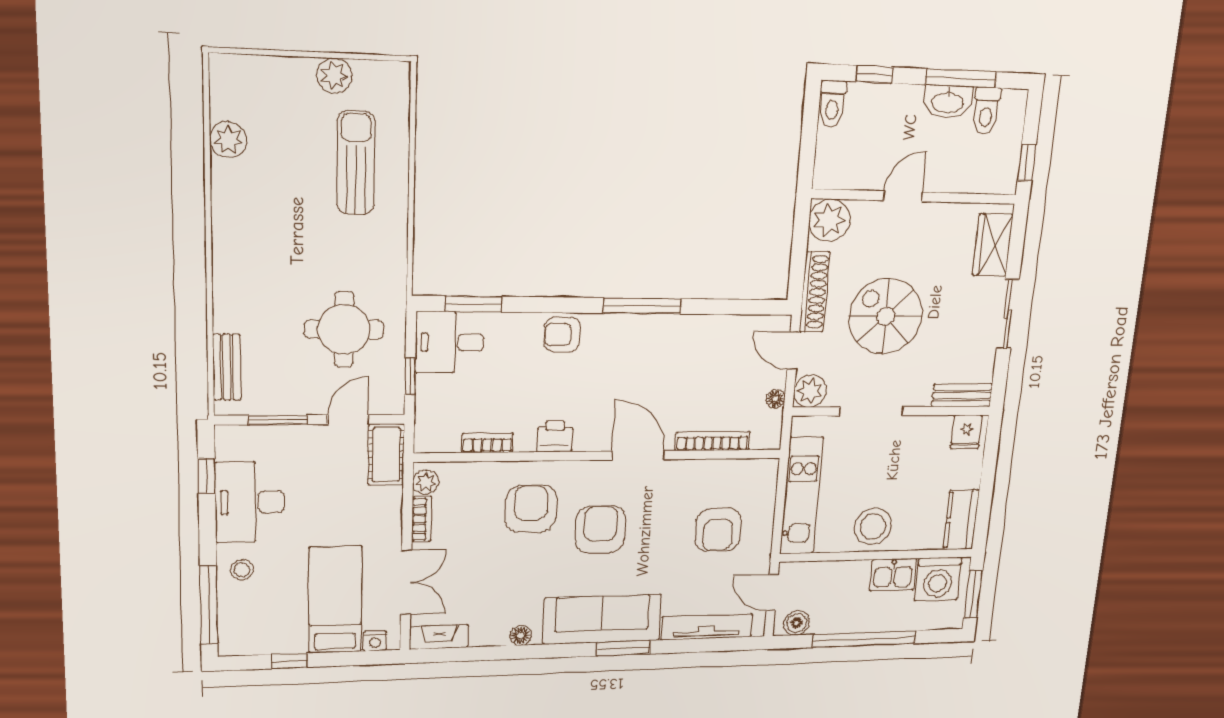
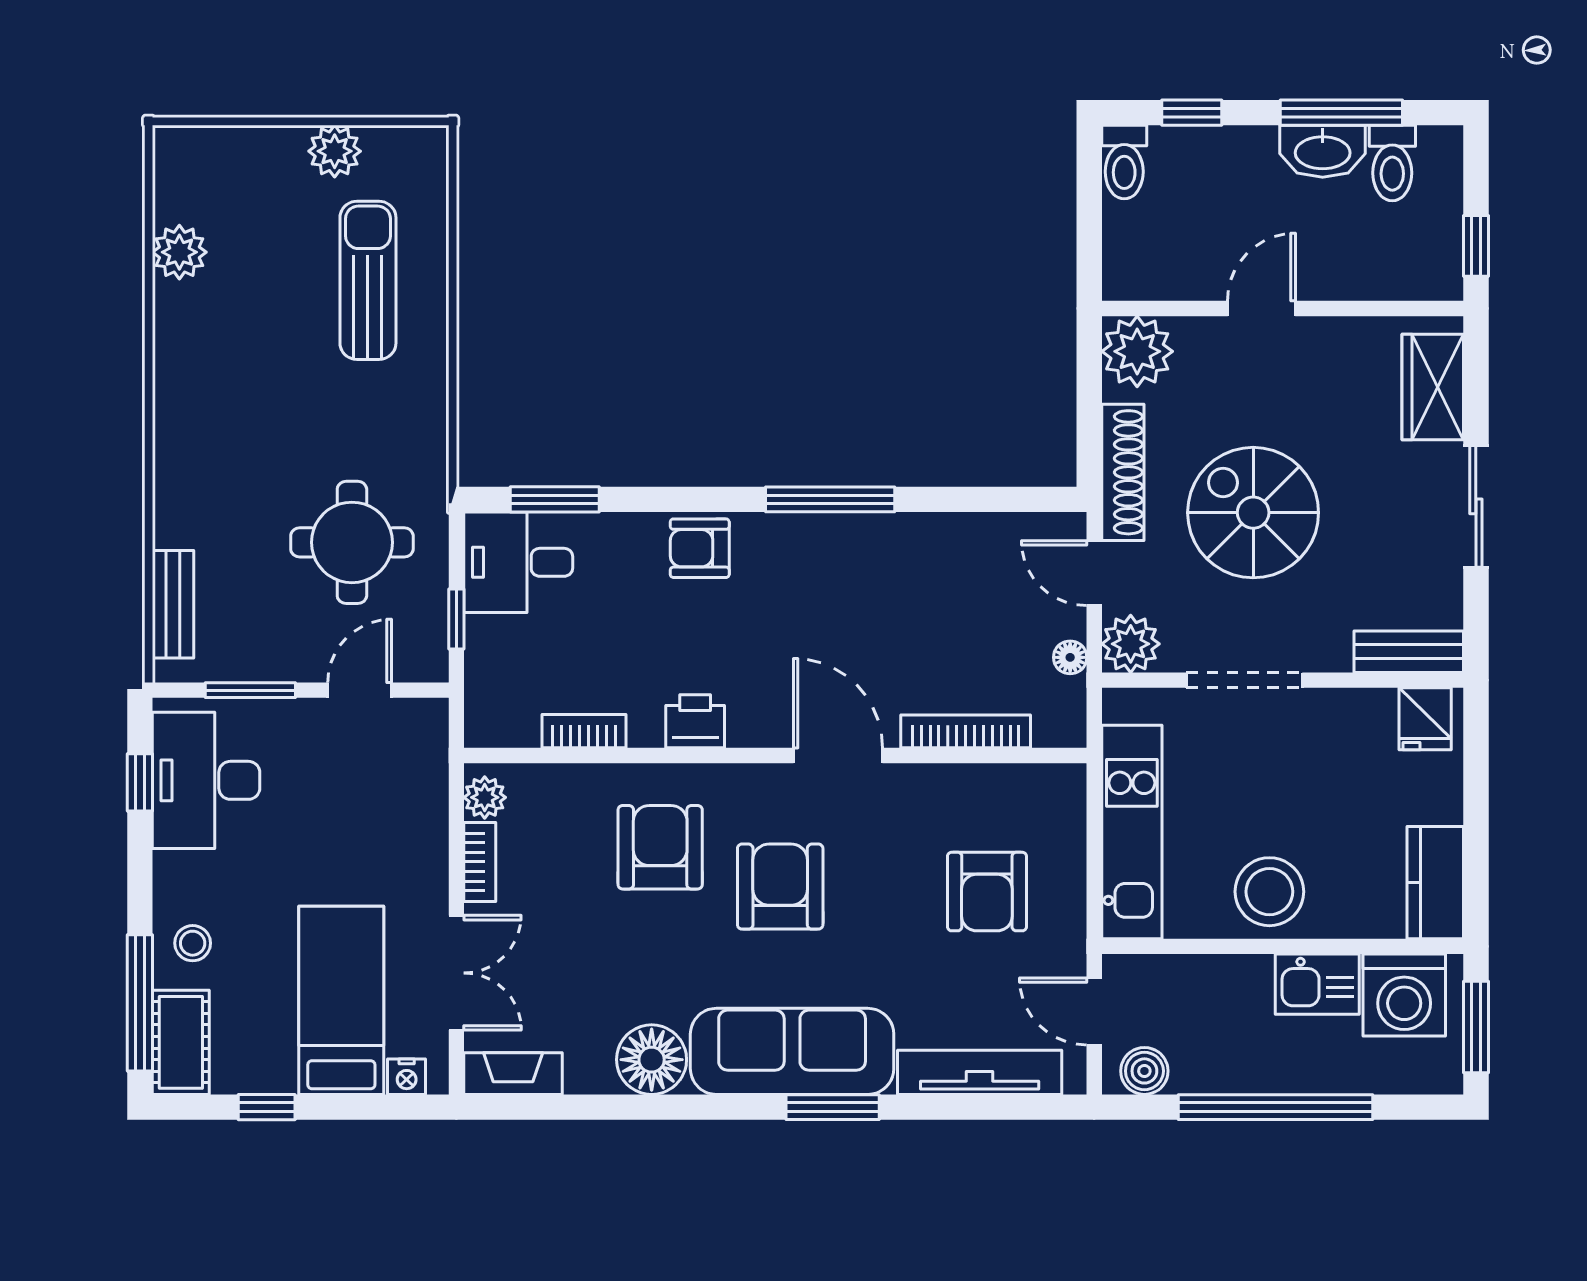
cot: (386, 455) -> (181, 1042), moved
desk: (250, 502) -> (206, 780), moved
floor lamp: (521, 635) -> (652, 1060), width x1.89, depth x1.89

